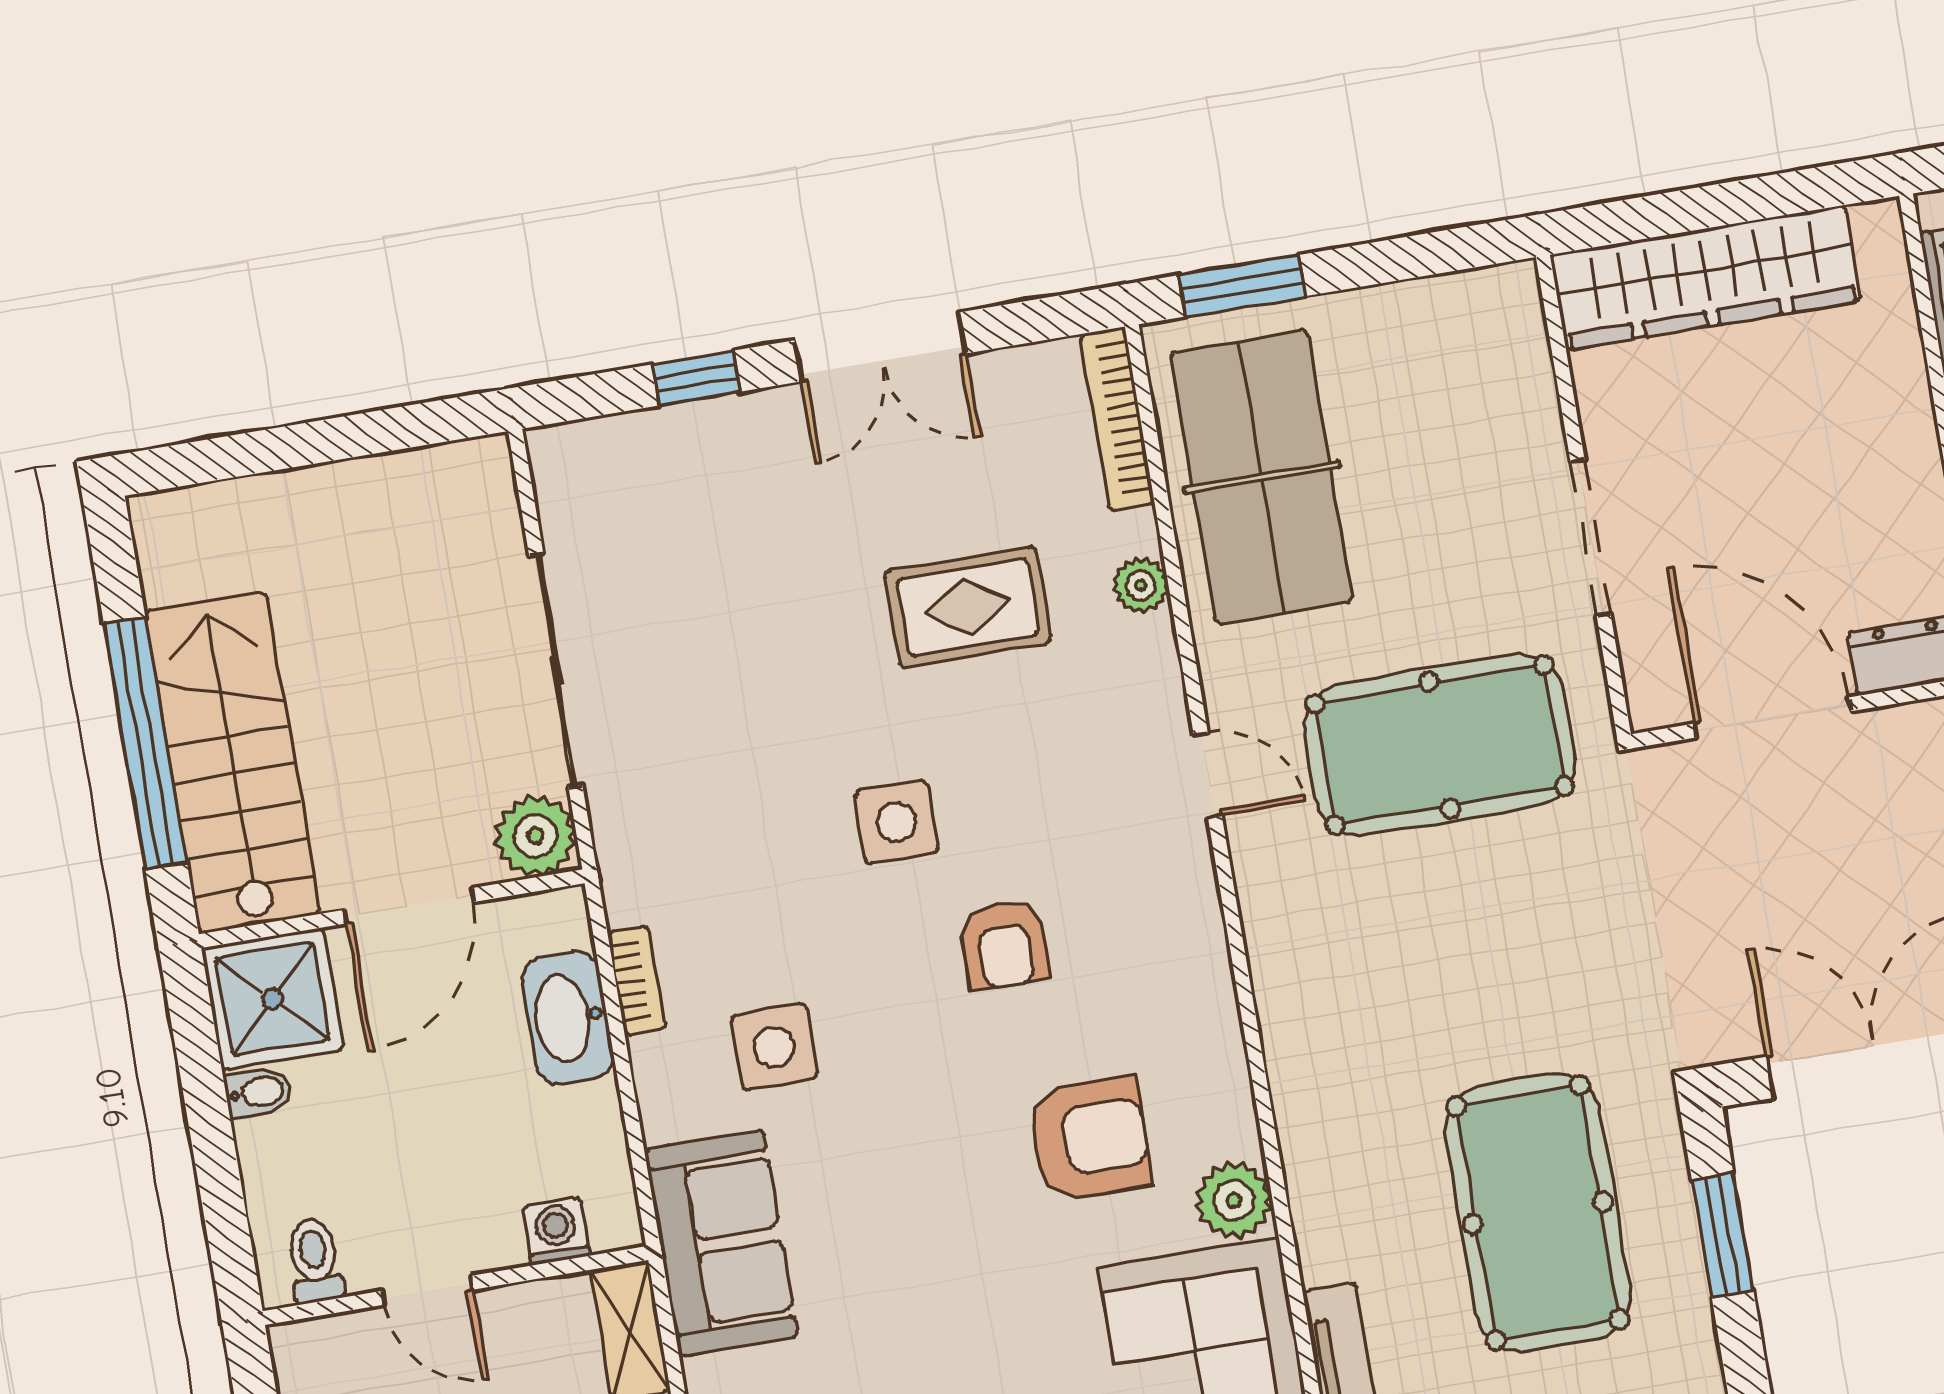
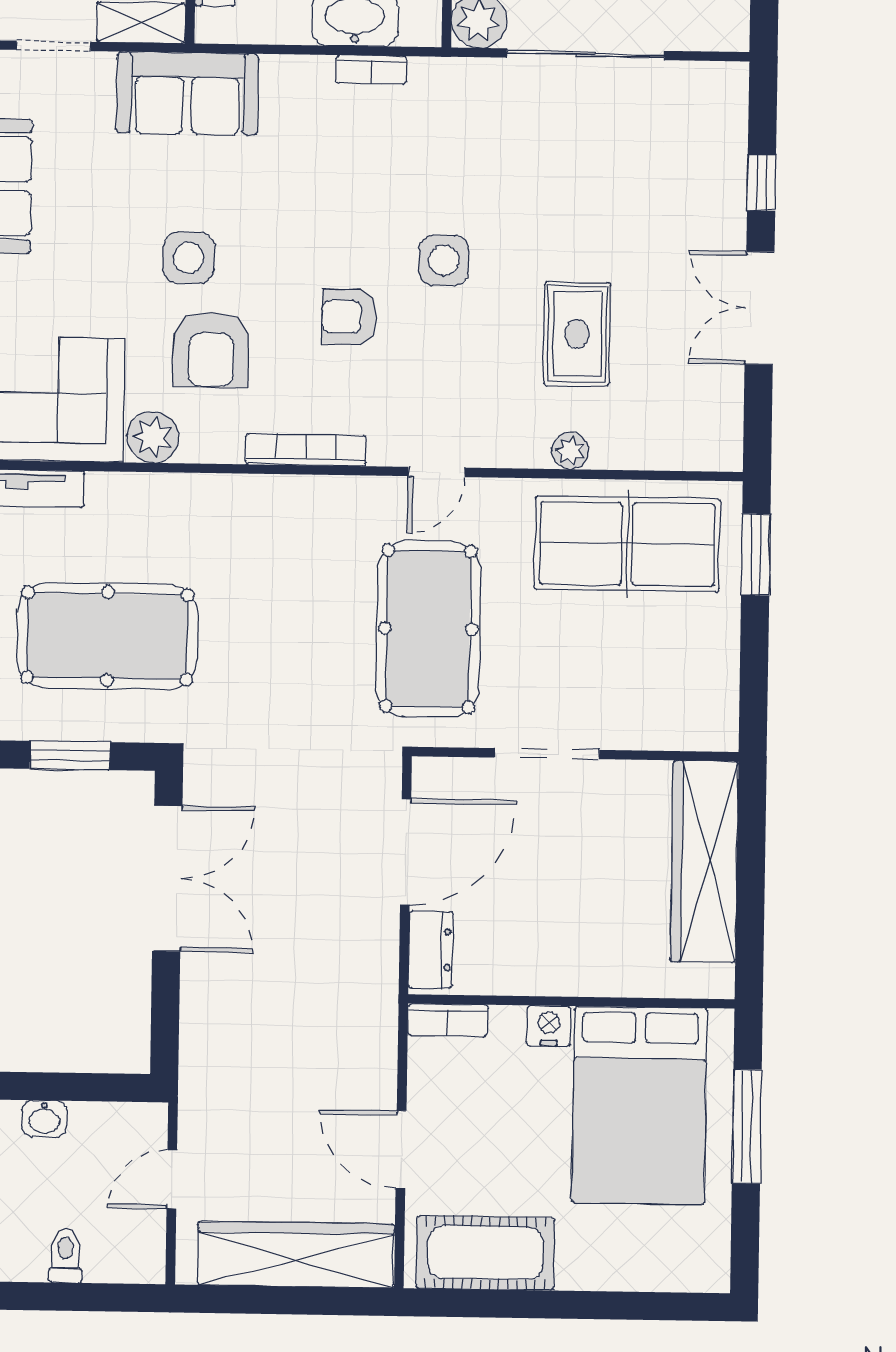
bookcase: (1117, 419) -> (306, 450), moved
side table: (774, 1047) -> (189, 258), moved

